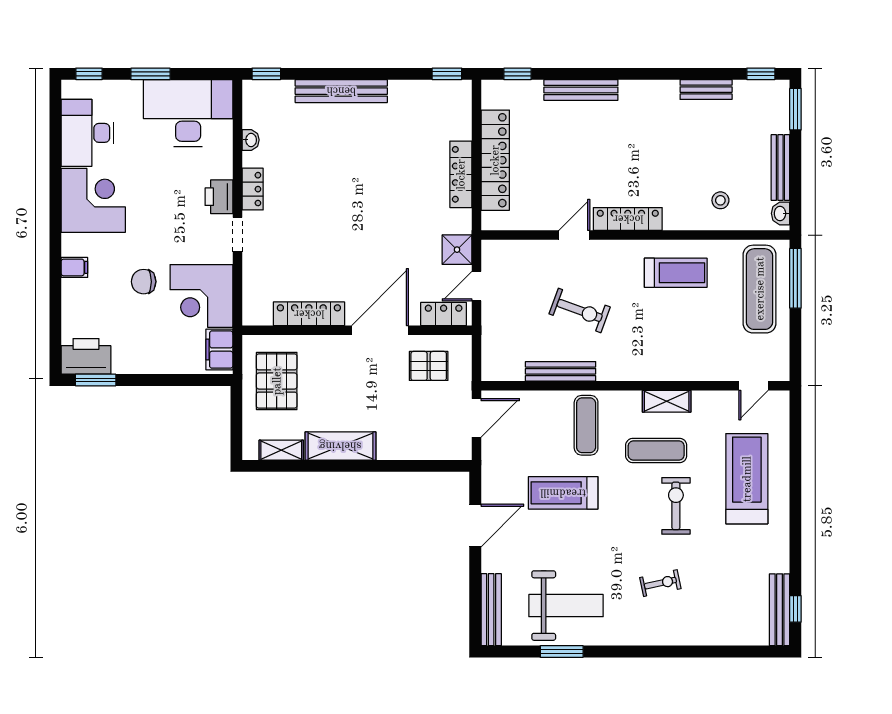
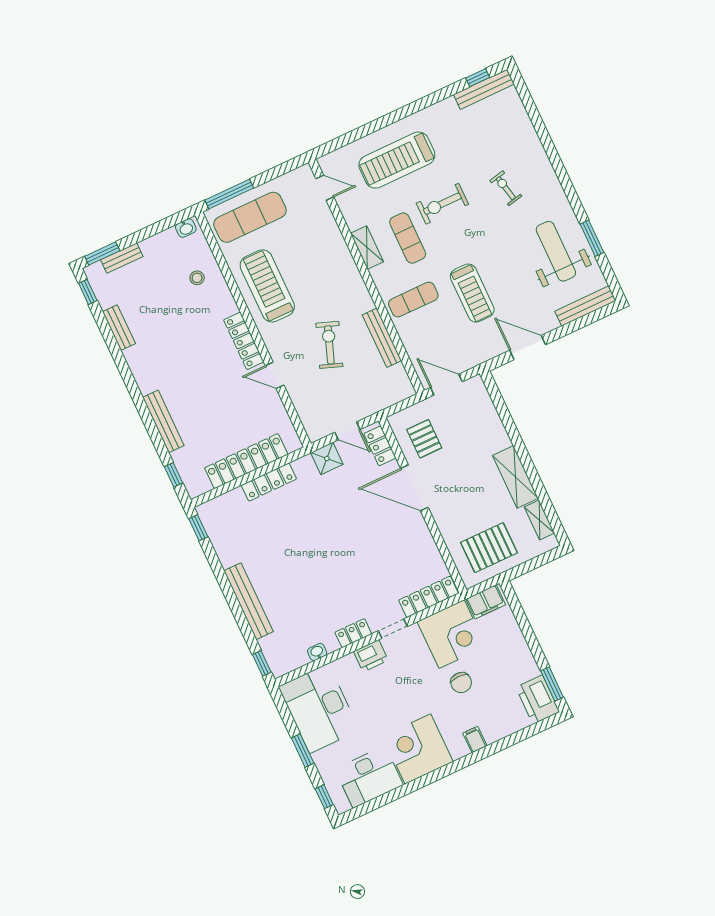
bench: (780, 168) -> (122, 258), moved, width x0.73
treadmill: (676, 273) -> (267, 286), width x1.37, depth x1.38
locker: (309, 314) -> (429, 597), moved, turned 90

